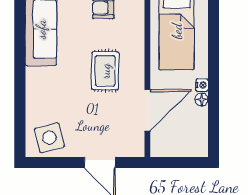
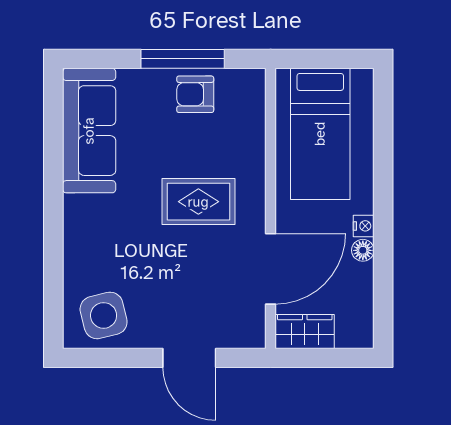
rug: (105, 71) -> (198, 202), turned 90
wardrobe: (167, 147) -> (305, 331), added

